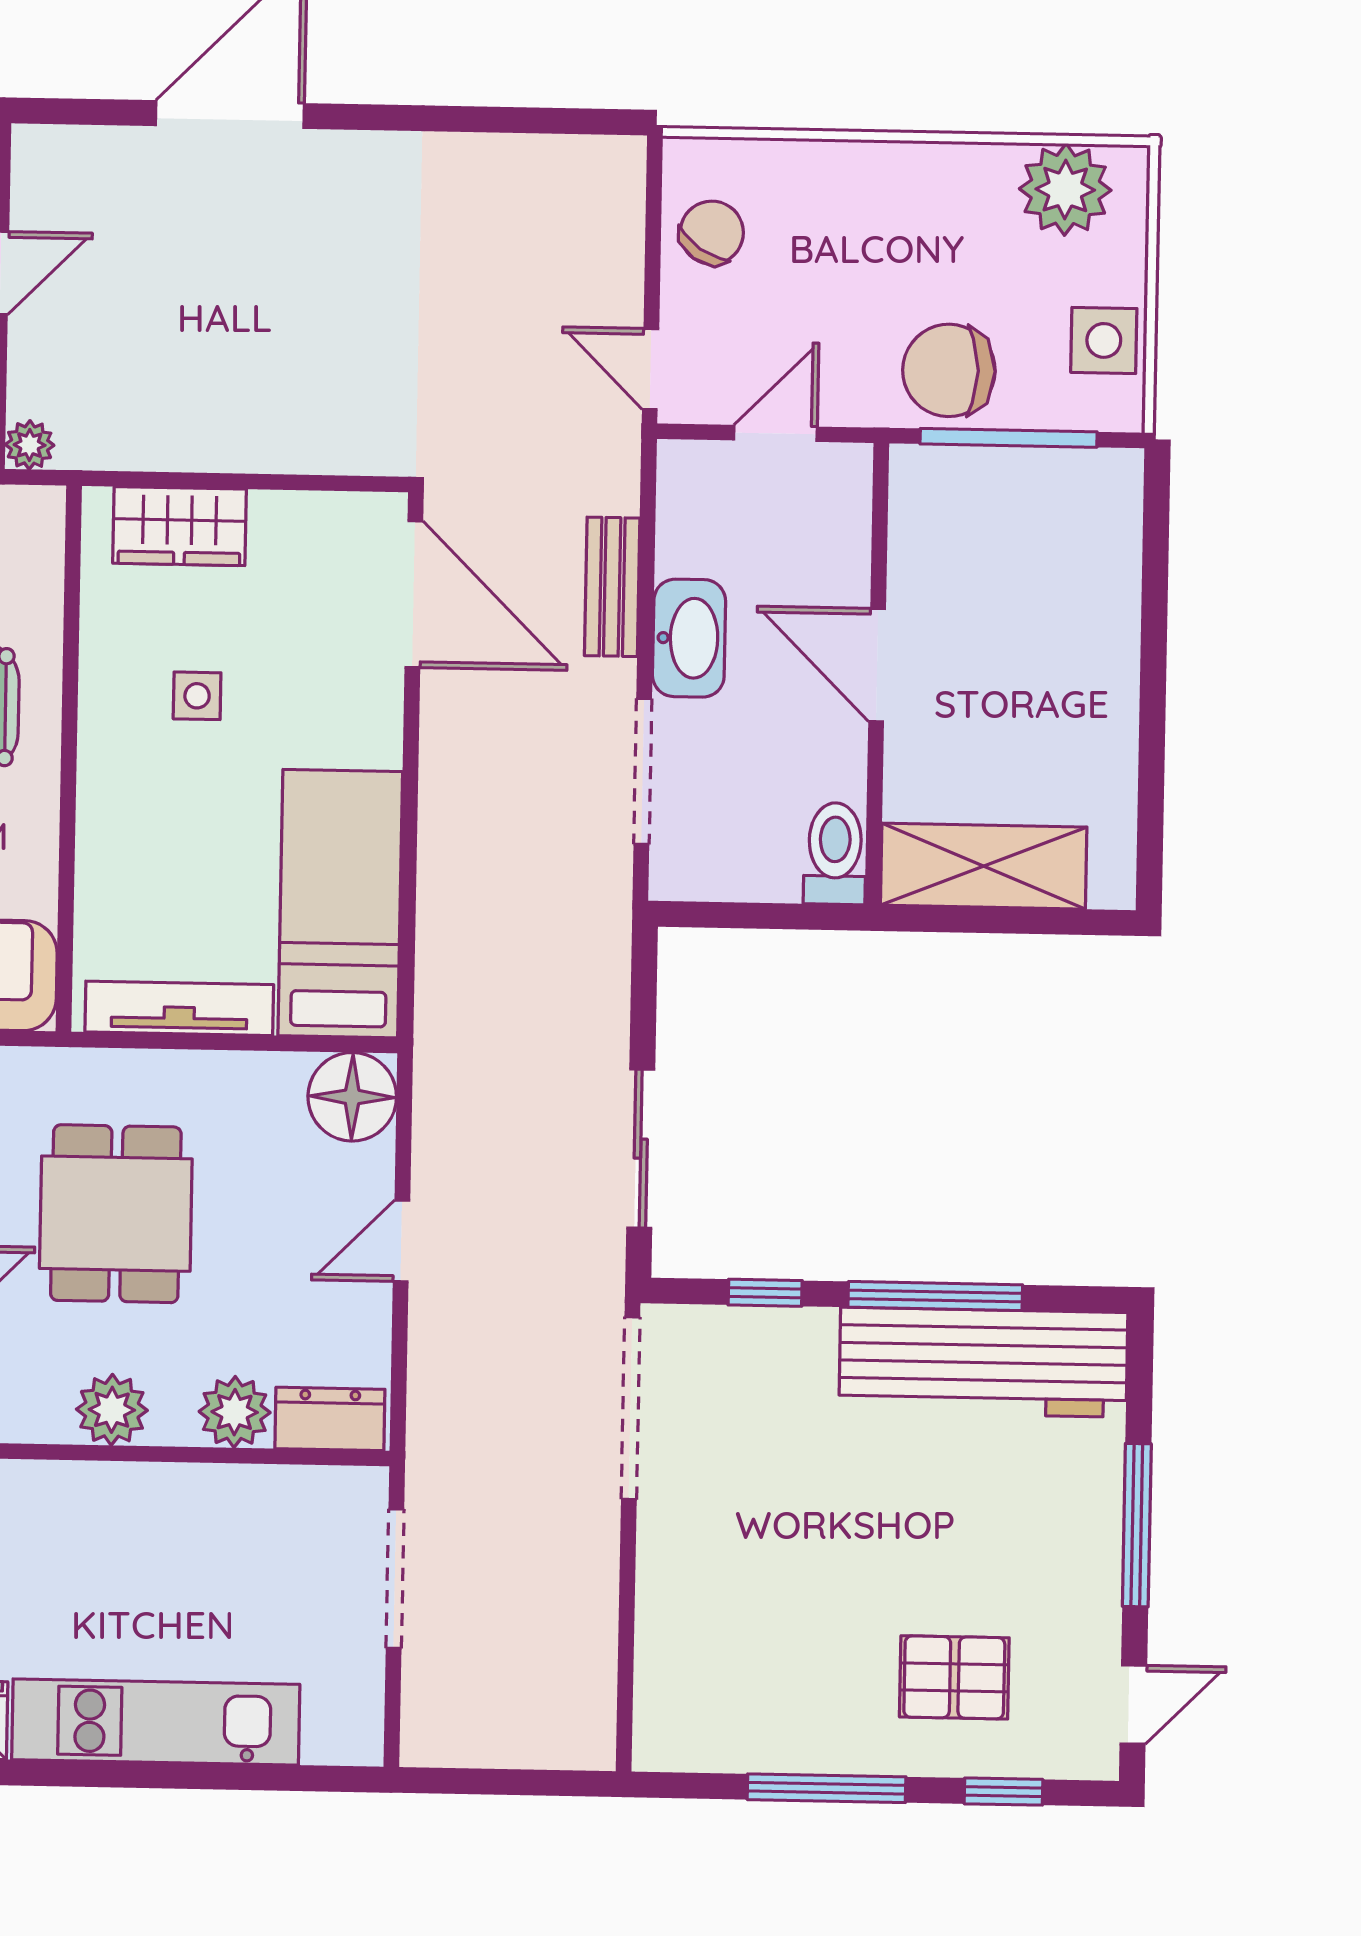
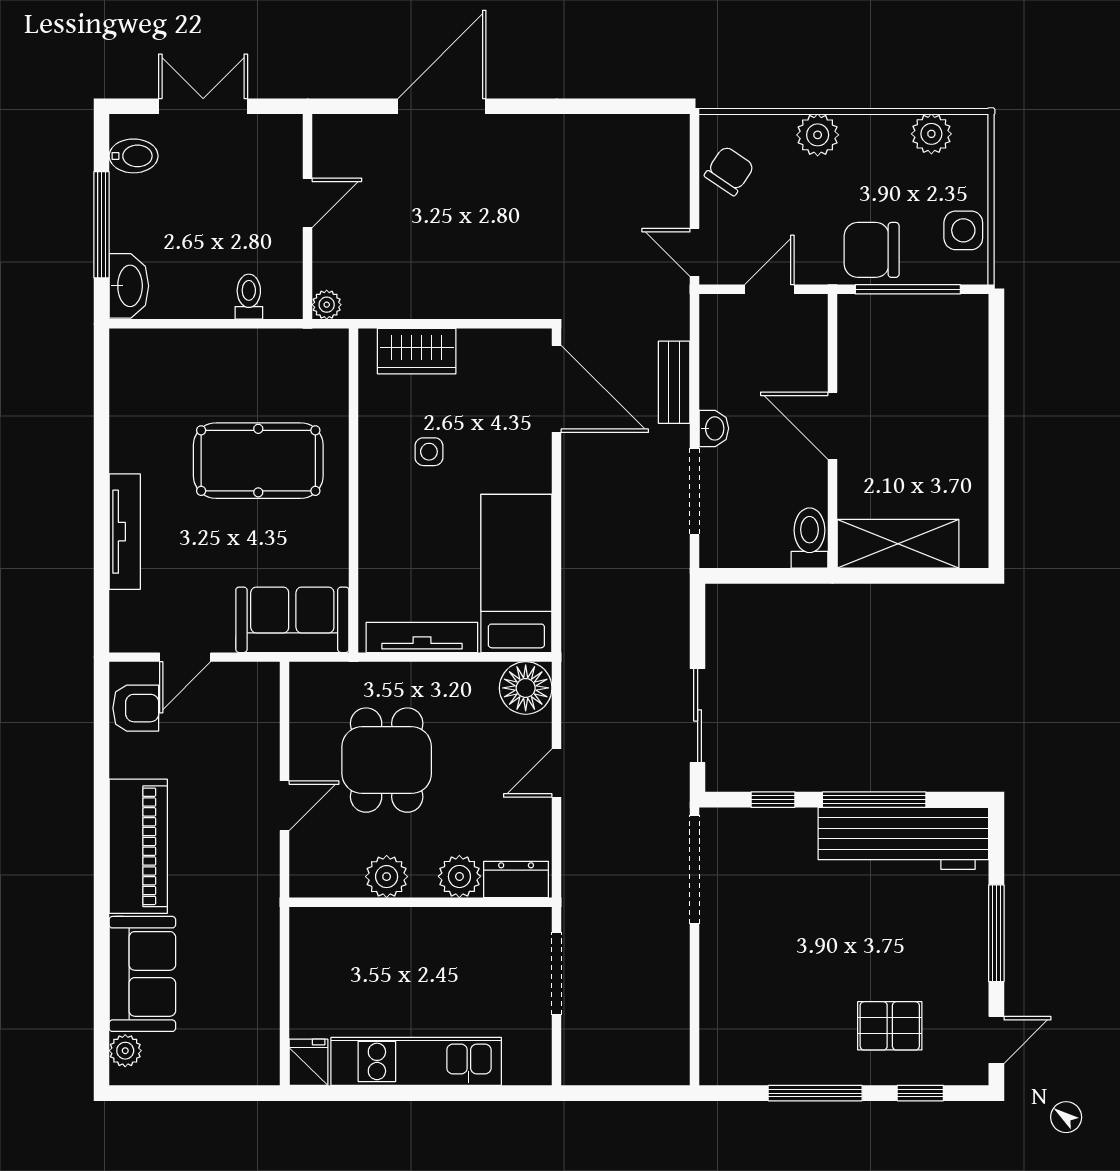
plant: (862, 175) -> (818, 135), added
plant: (1065, 189) -> (931, 134), width x0.73, depth x0.73
washbasin: (689, 638) -> (714, 428), width x0.52, depth x0.69

